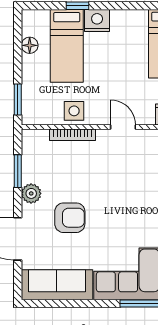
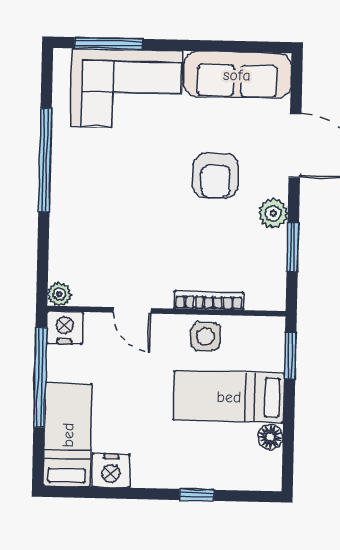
nightstand: (97, 21) -> (111, 471), moved
bed: (67, 46) -> (229, 397), moved, turned -90
armchair: (70, 218) -> (216, 175), turned -90

